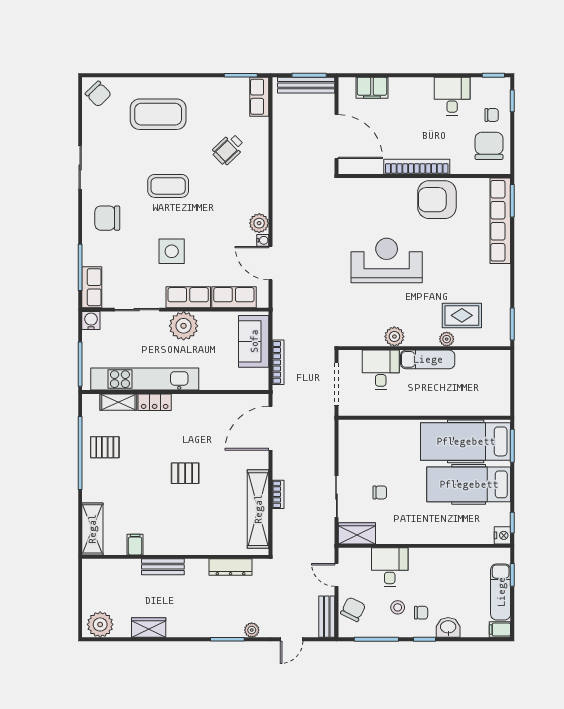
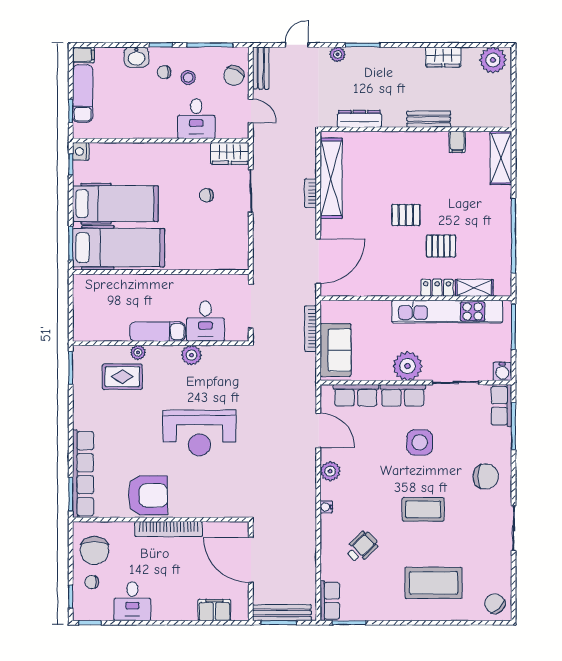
water cooler: (263, 240) -> (326, 507), moved
pallet: (105, 447) -> (441, 246), moved

